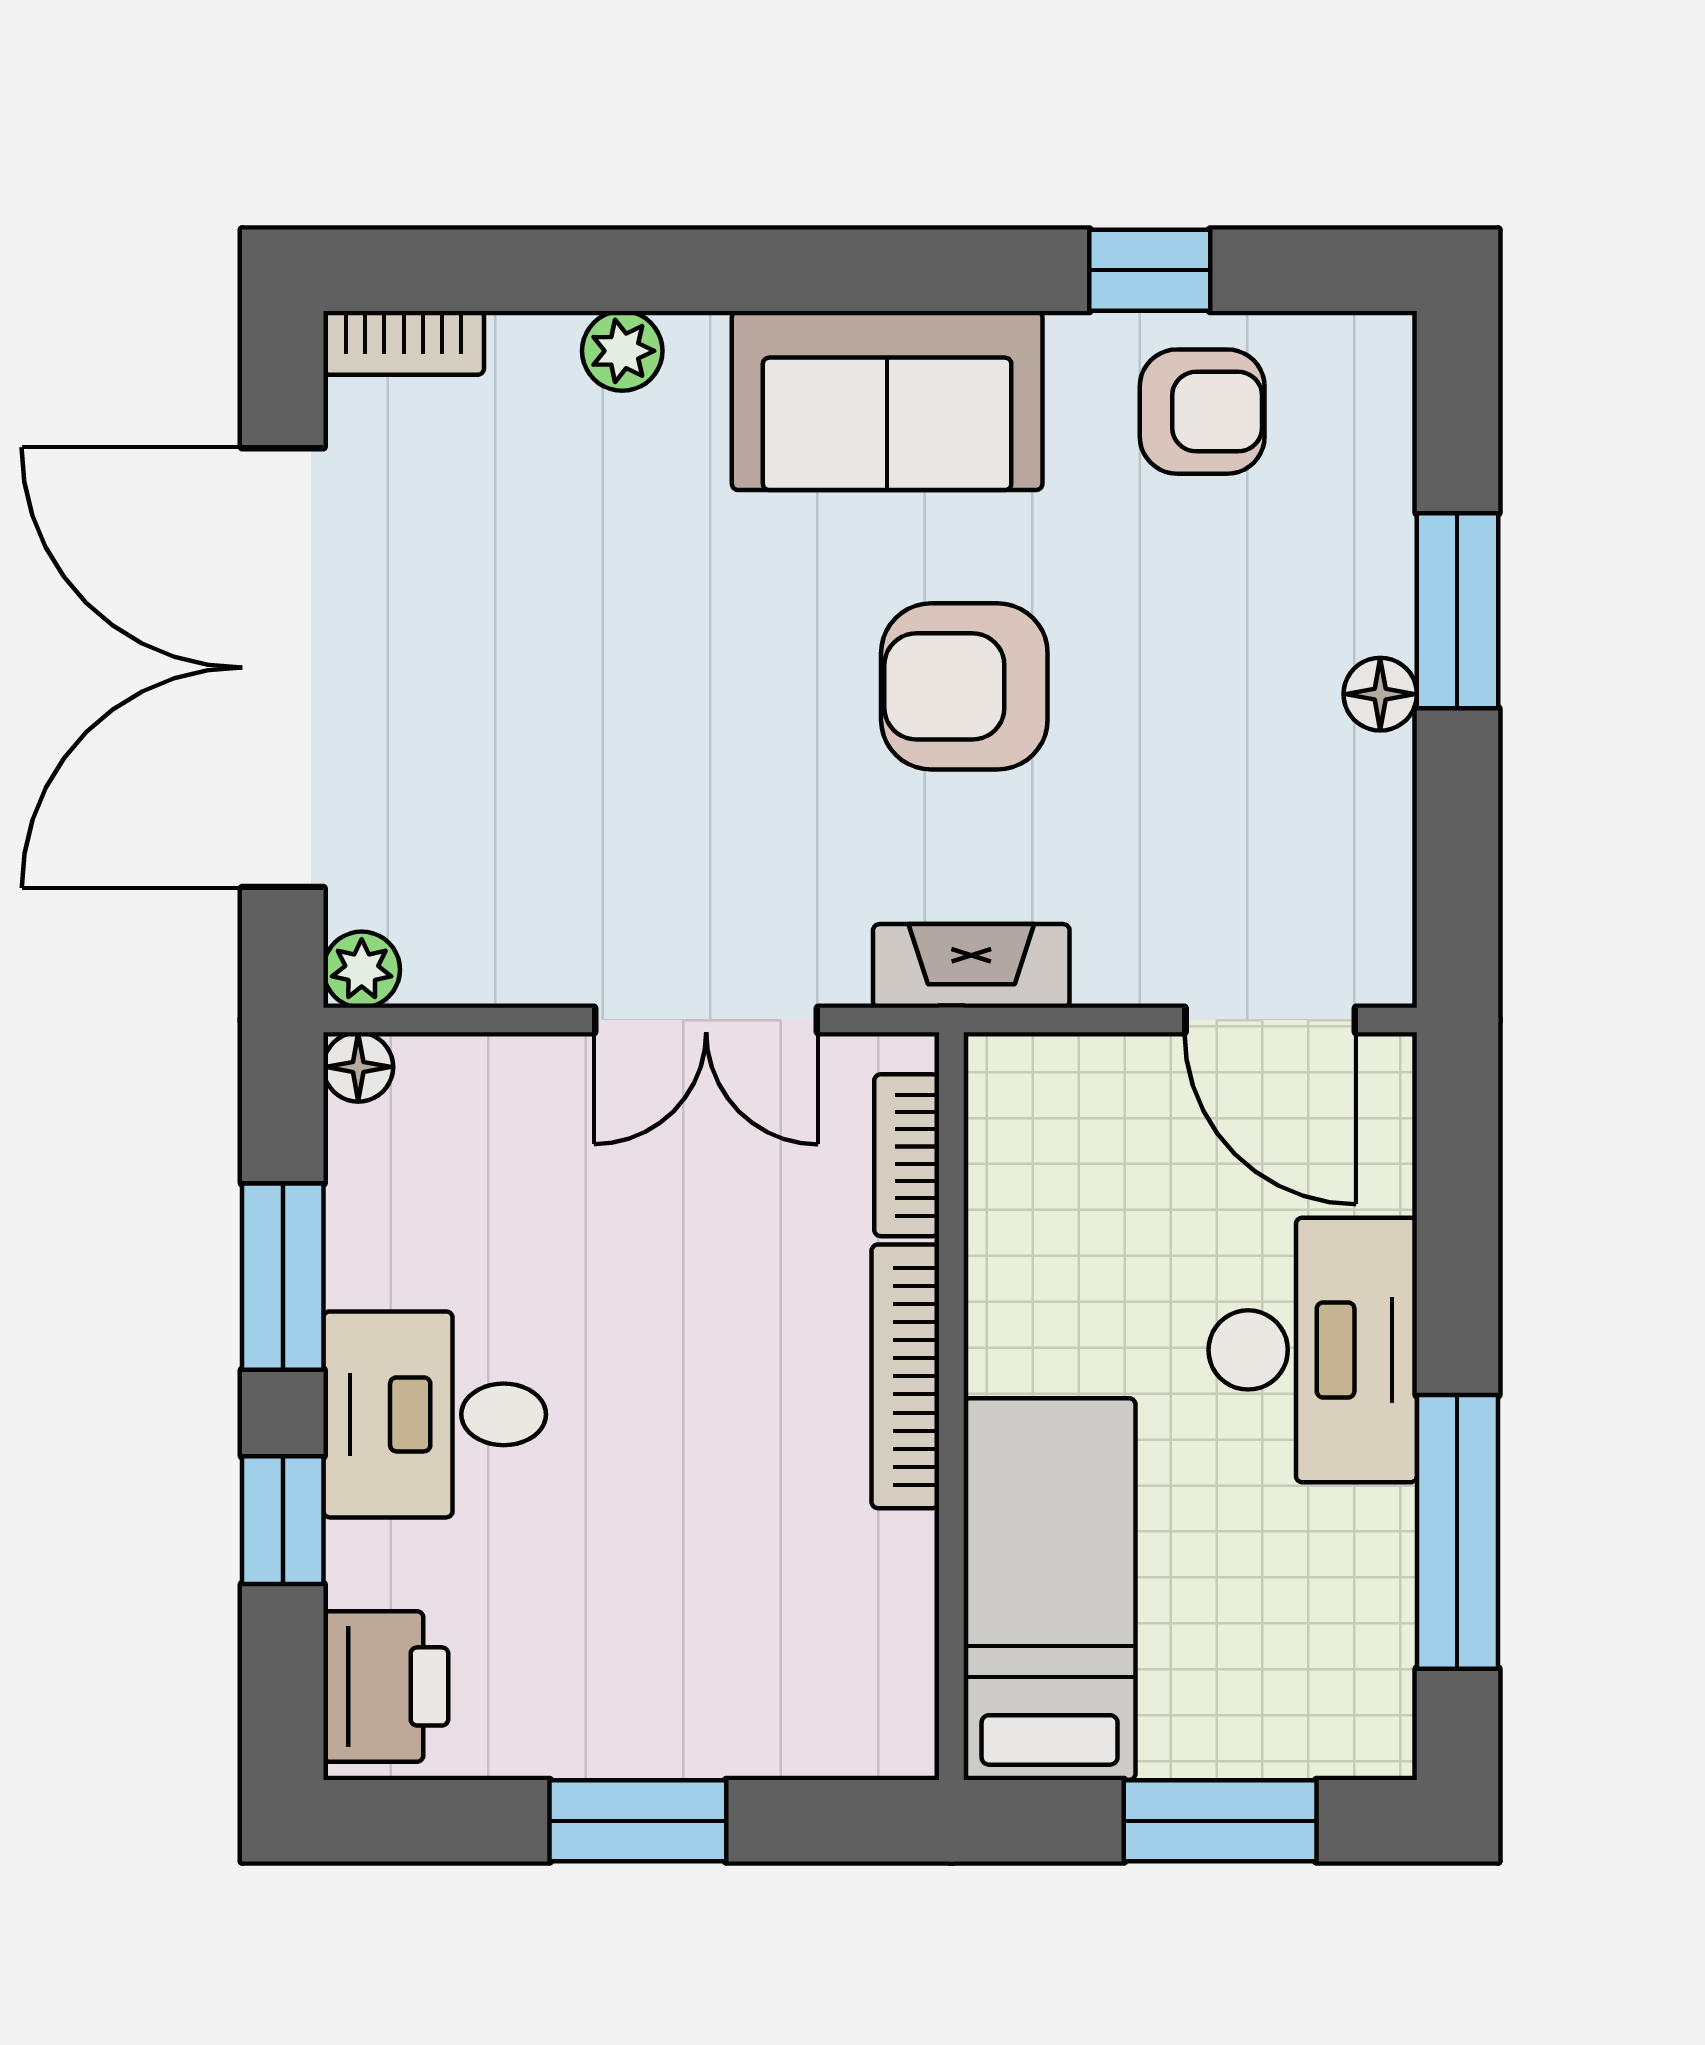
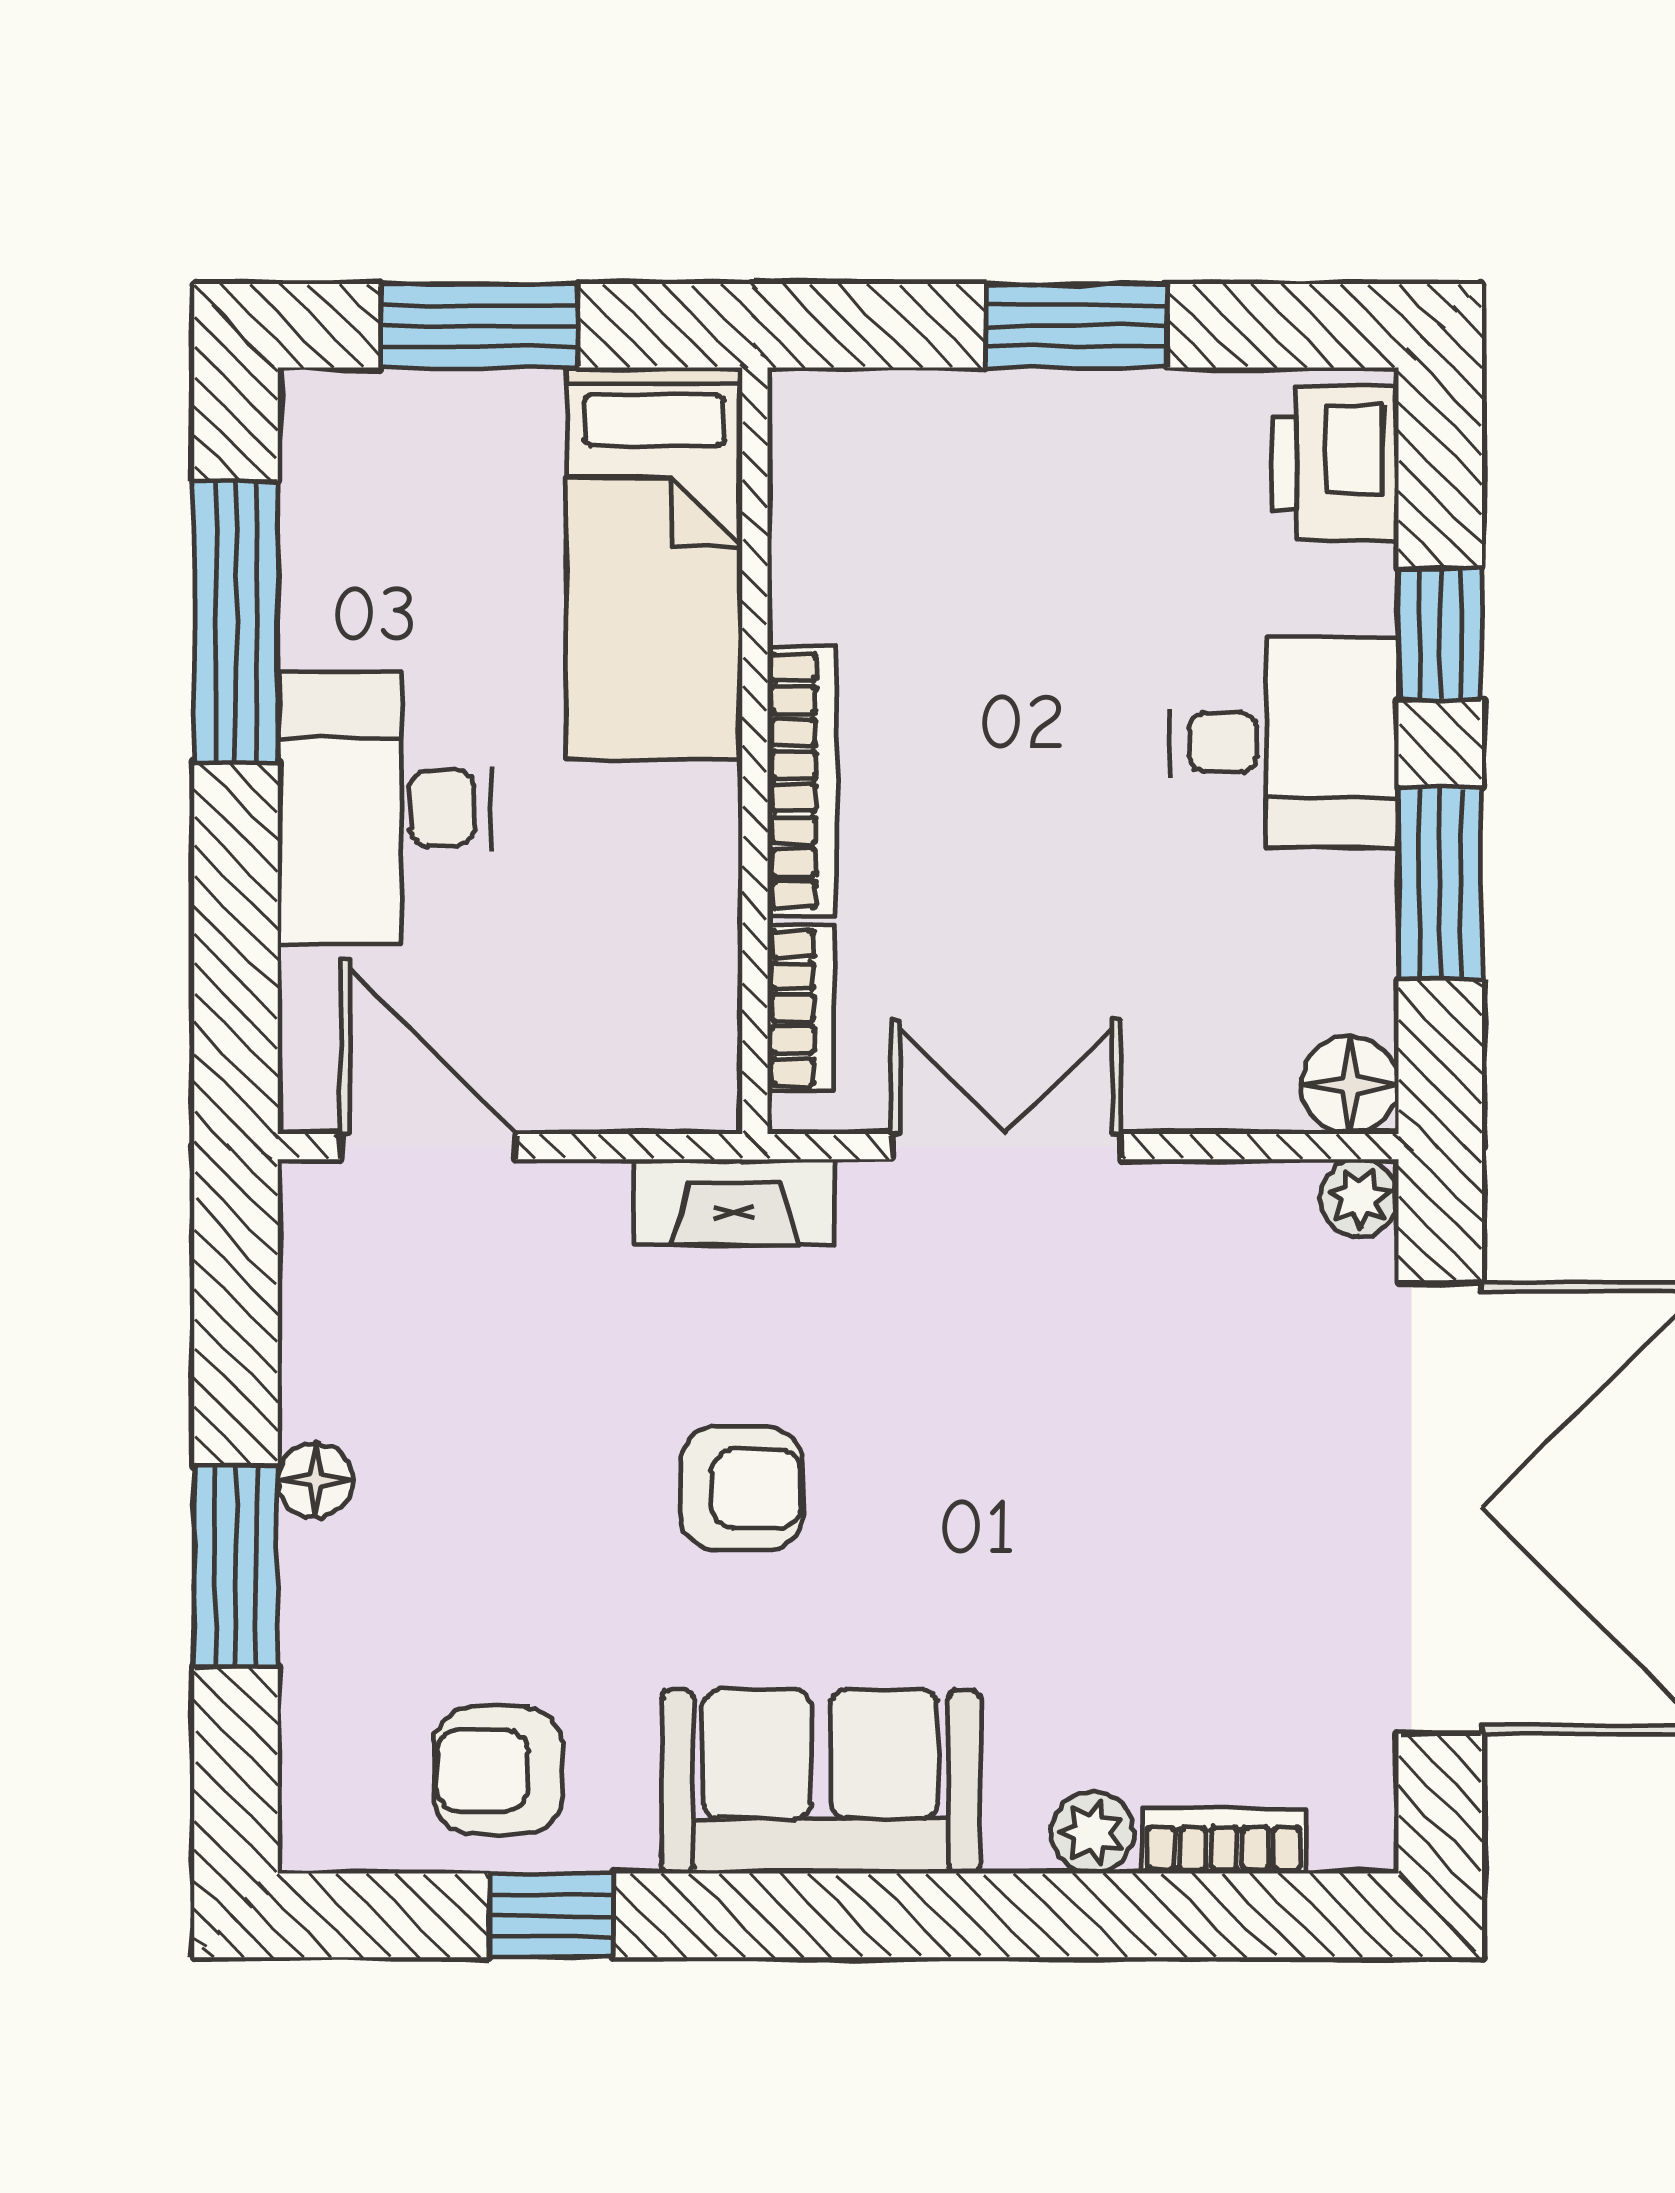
bookcase: (404, 343) -> (1224, 1841), moved
armchair: (964, 686) -> (742, 1489), width x0.72, depth x0.72
floor lamp: (358, 1067) -> (1350, 1085), width x1.37, depth x1.37

